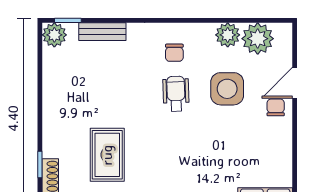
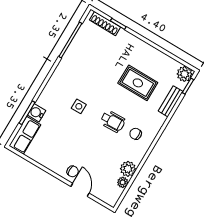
plant: (258, 39) -> (123, 182), width x0.53, depth x0.53
side table: (227, 89) -> (79, 106), moved, width x0.54, depth x0.54
rug: (107, 155) -> (138, 83), moved

